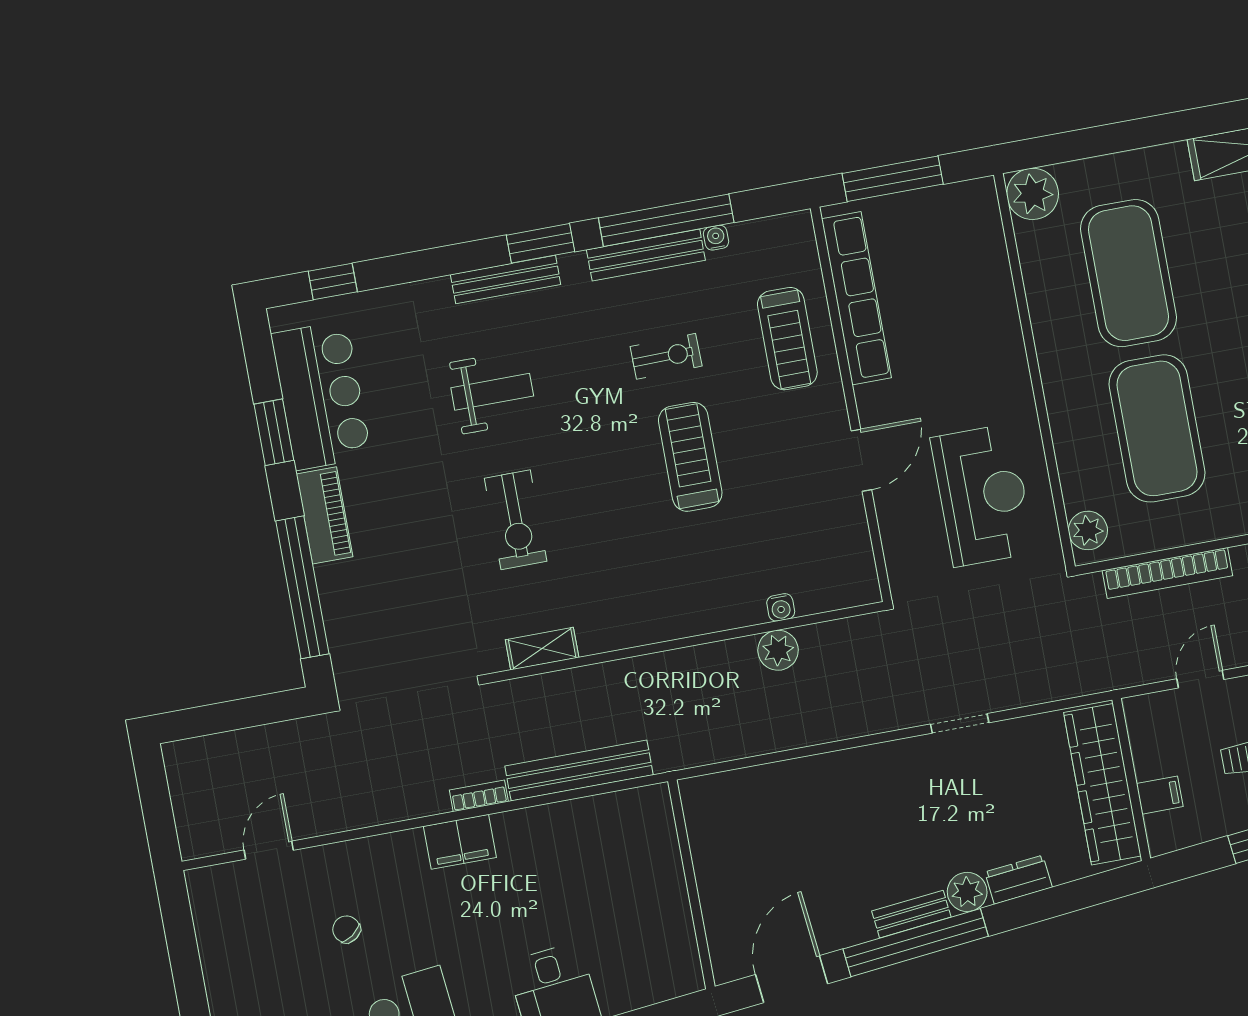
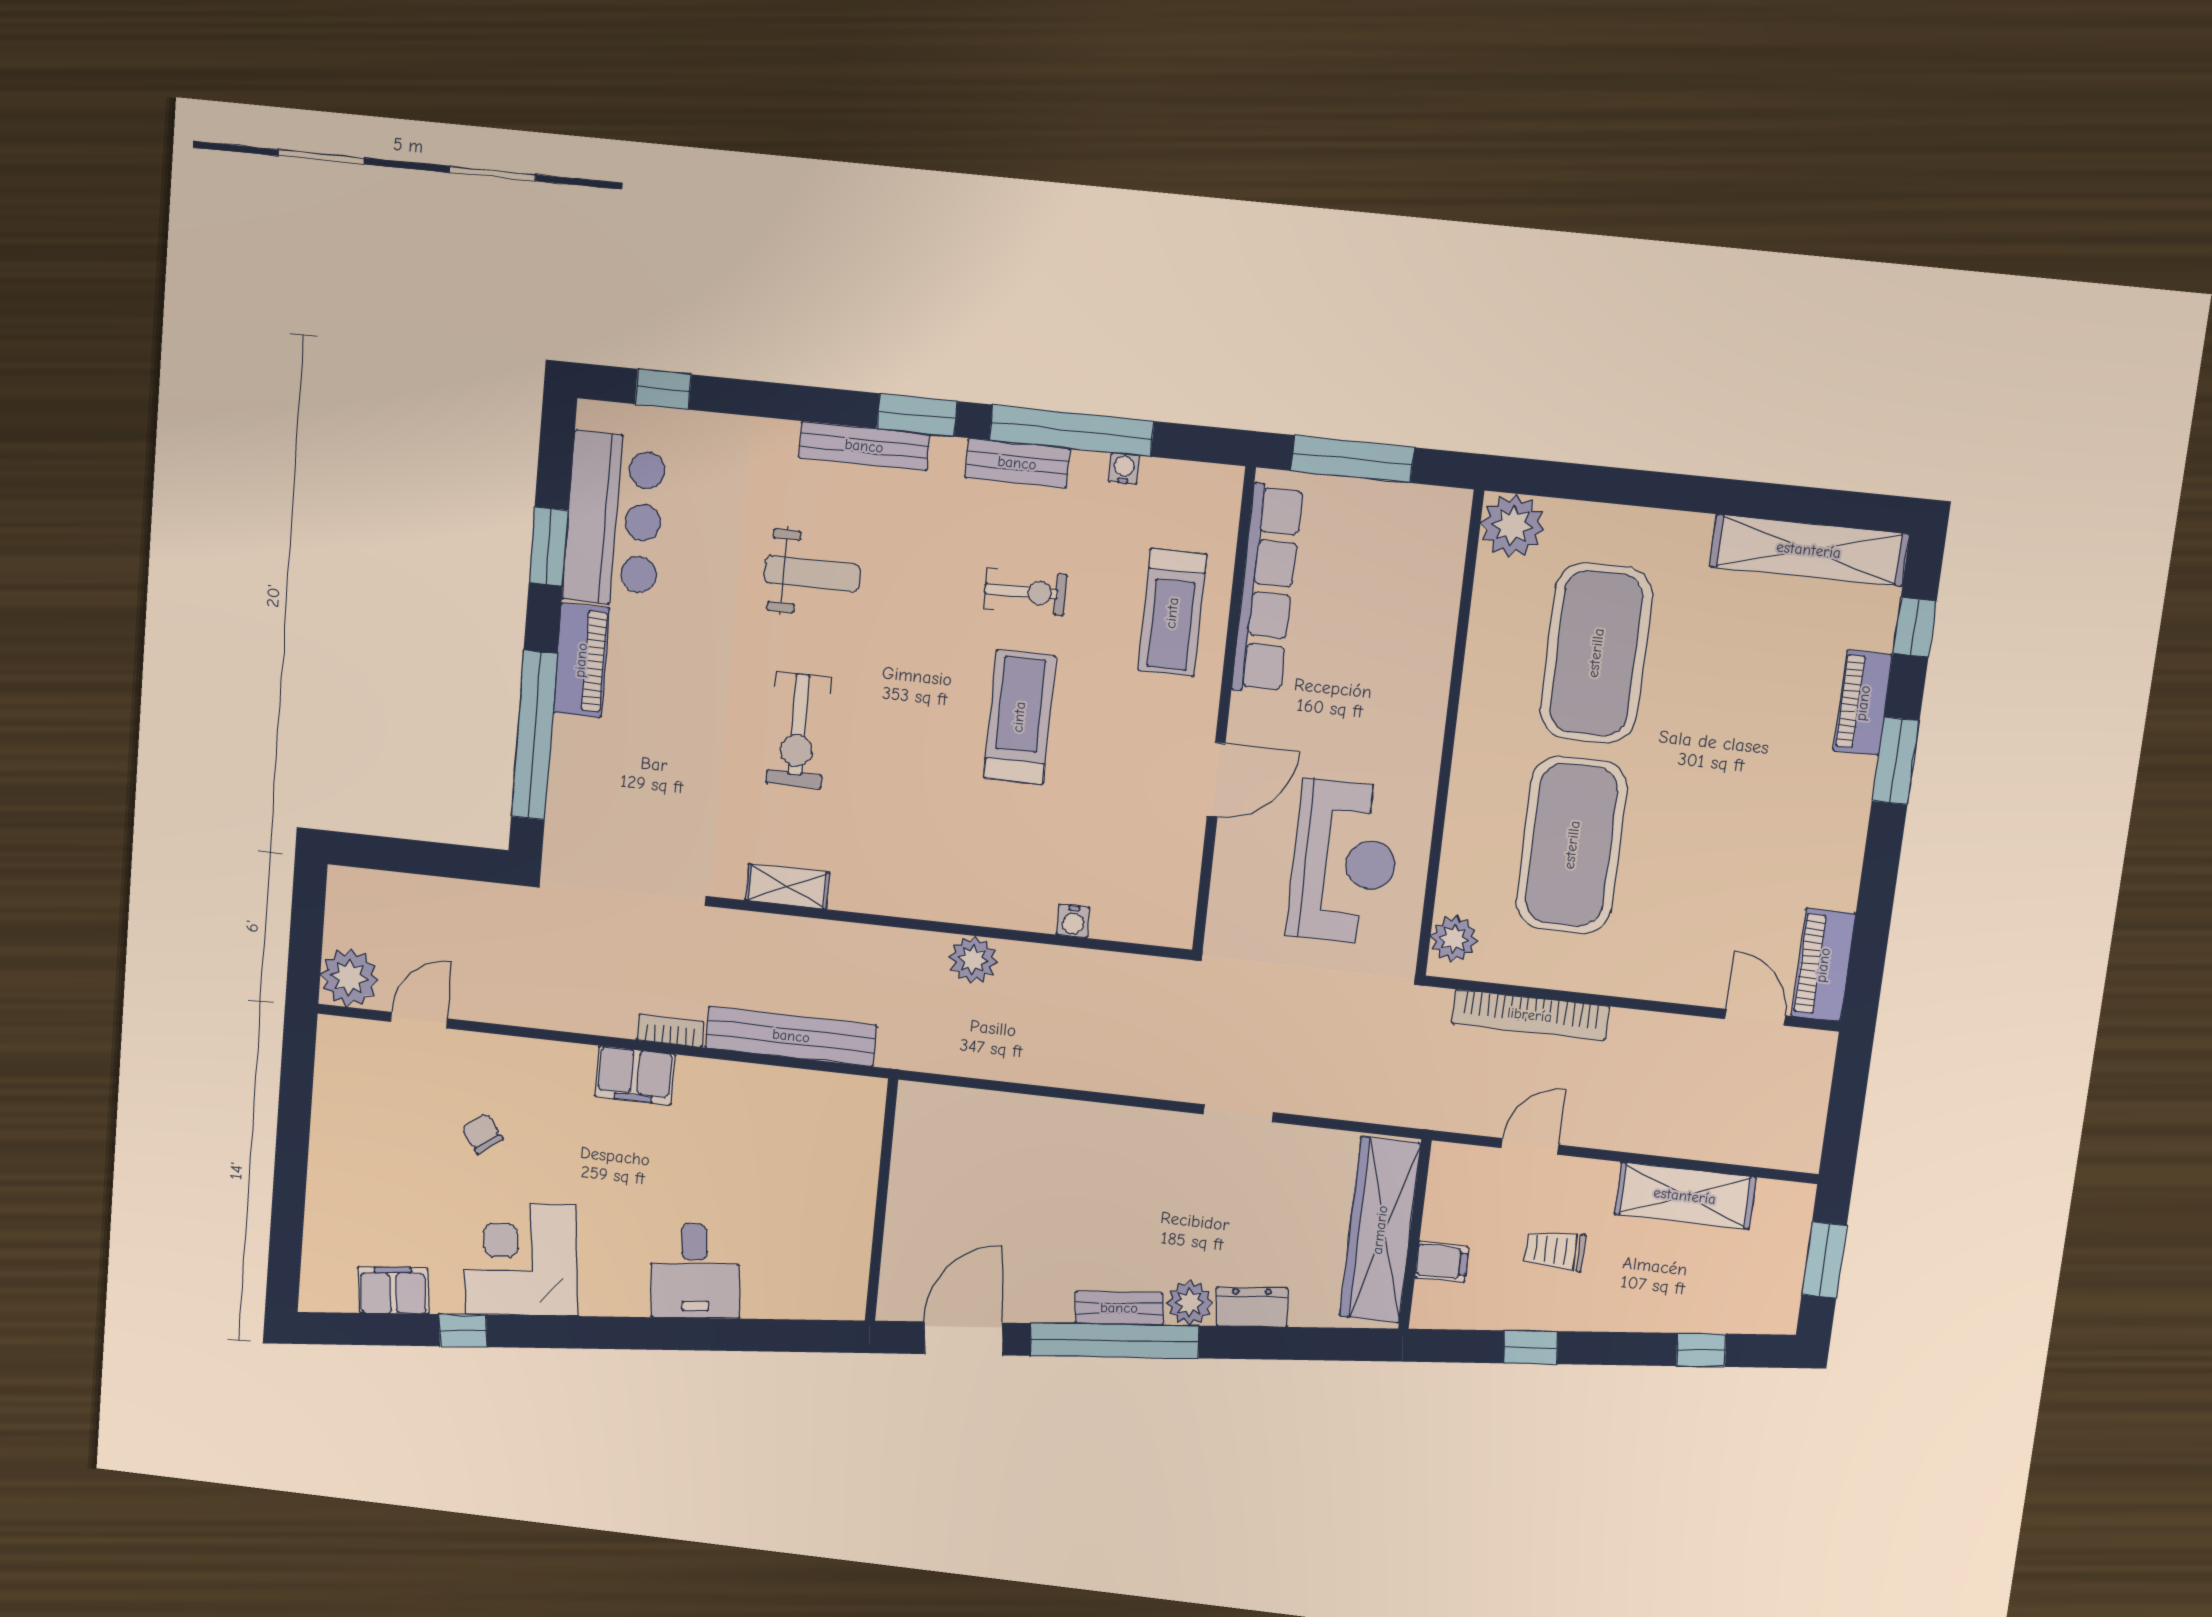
bench: (646, 255) -> (1017, 463), width x0.73
plant: (778, 650) -> (973, 960), moved
plant: (202, 832) -> (349, 978), added

